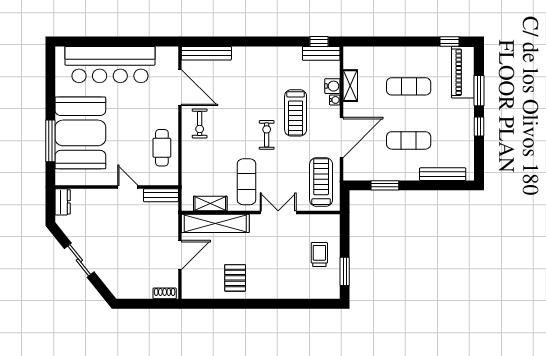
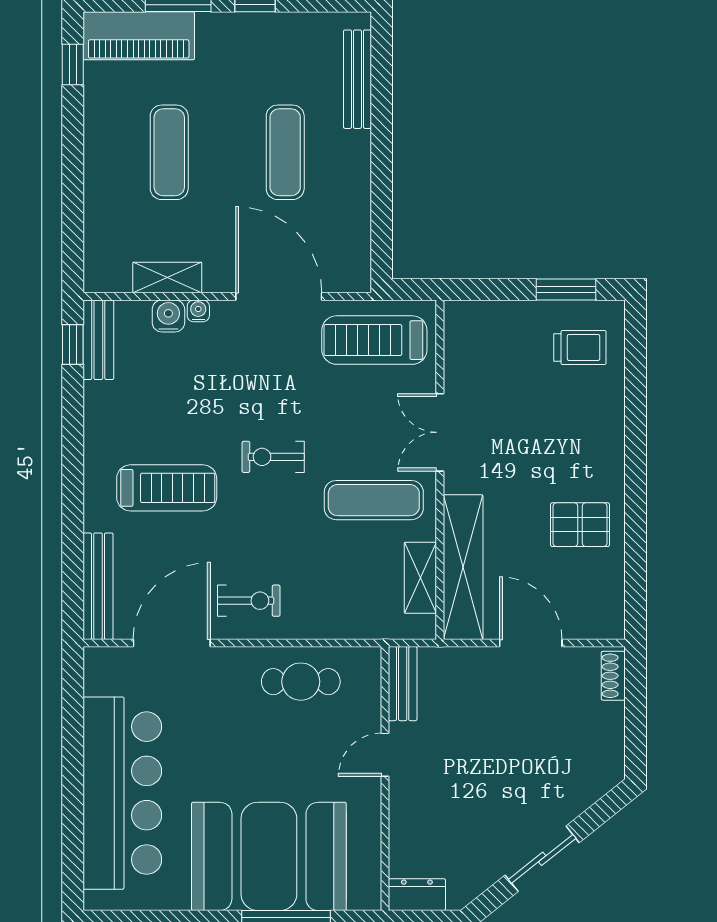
treadmill: (296, 113) -> (167, 488), moved
window: (385, 185) -> (382, 203), removed
trolley: (319, 254) -> (580, 347), moved, turned 180

